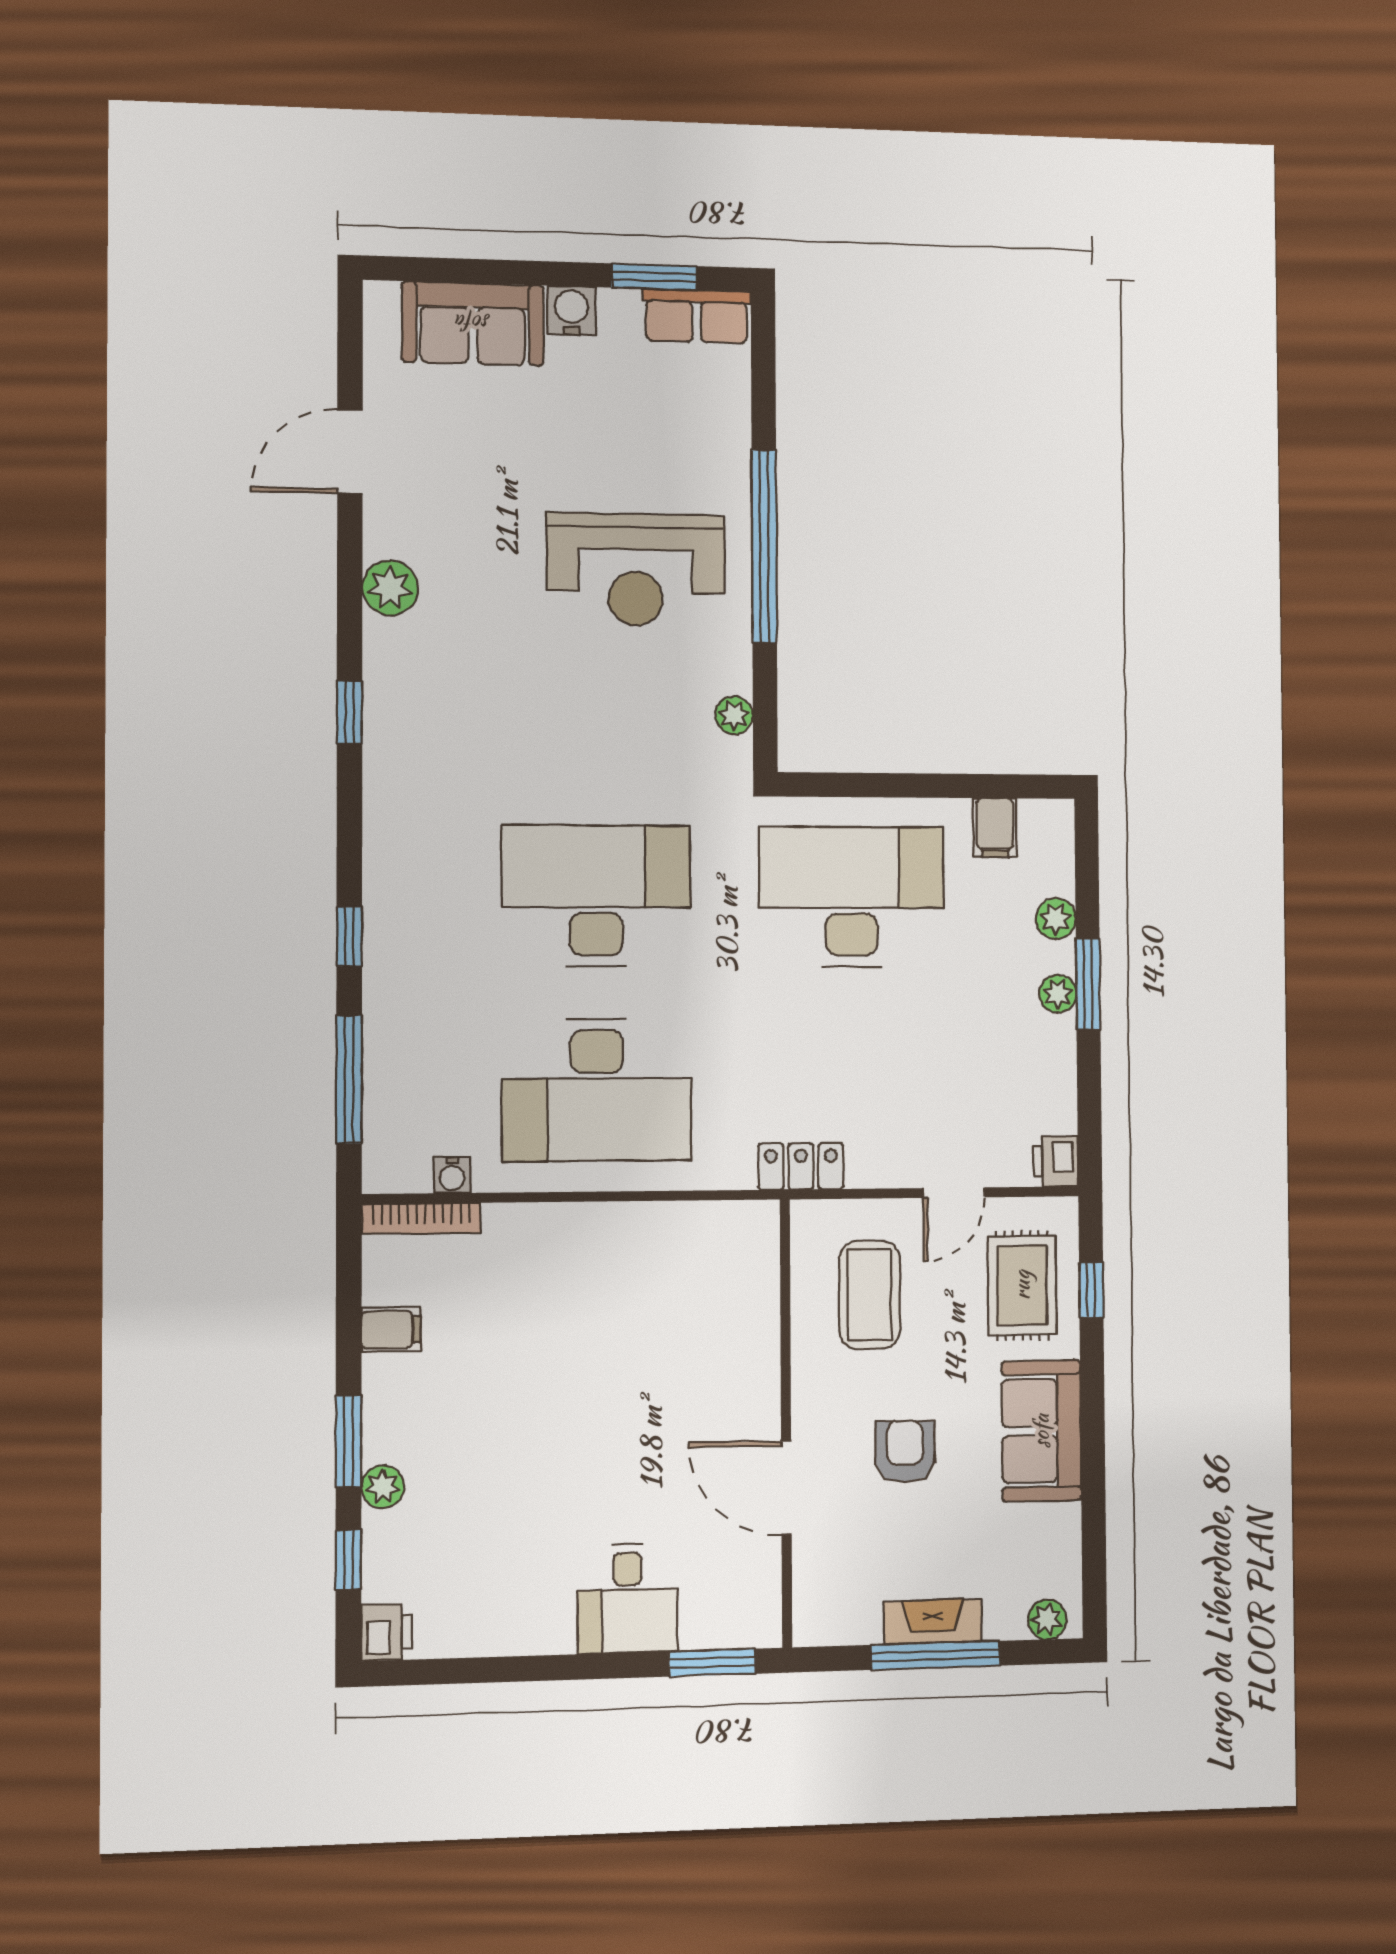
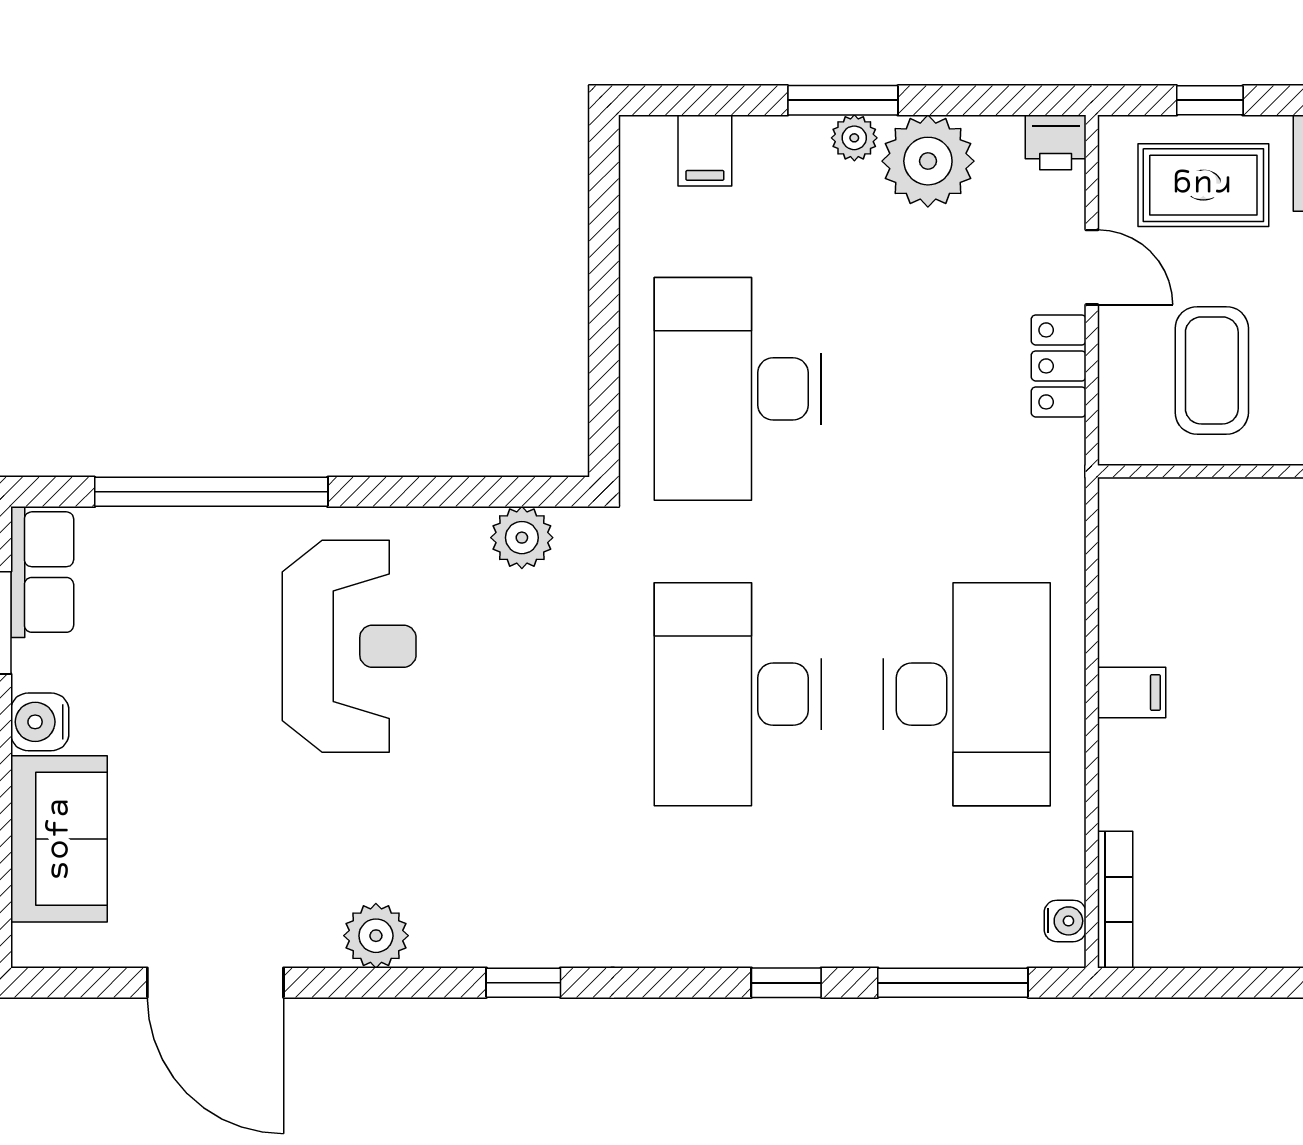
door: (350, 451) -> (215, 983), width x1.36
window: (764, 547) -> (211, 492), moved
plant: (734, 715) -> (522, 538), width x1.38, depth x1.38
filing cabinet: (995, 828) -> (705, 150), moved, turned 90
plant: (1056, 919) -> (928, 161), moved, width x1.87, depth x1.87
locker: (801, 1166) -> (1059, 366), moved
water cooler: (452, 1175) -> (1065, 921), moved
coffee table: (869, 1295) -> (1212, 370), turned 90
filing cabinet: (391, 1329) -> (1132, 693), moved, turned 90

